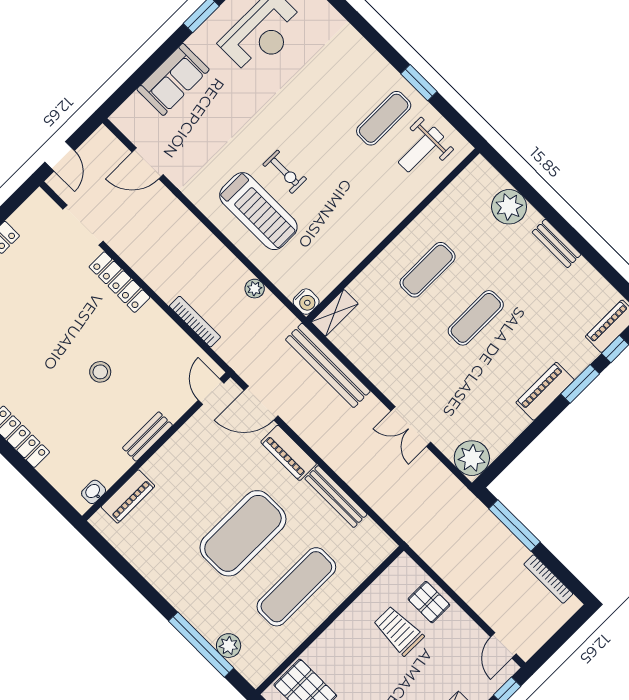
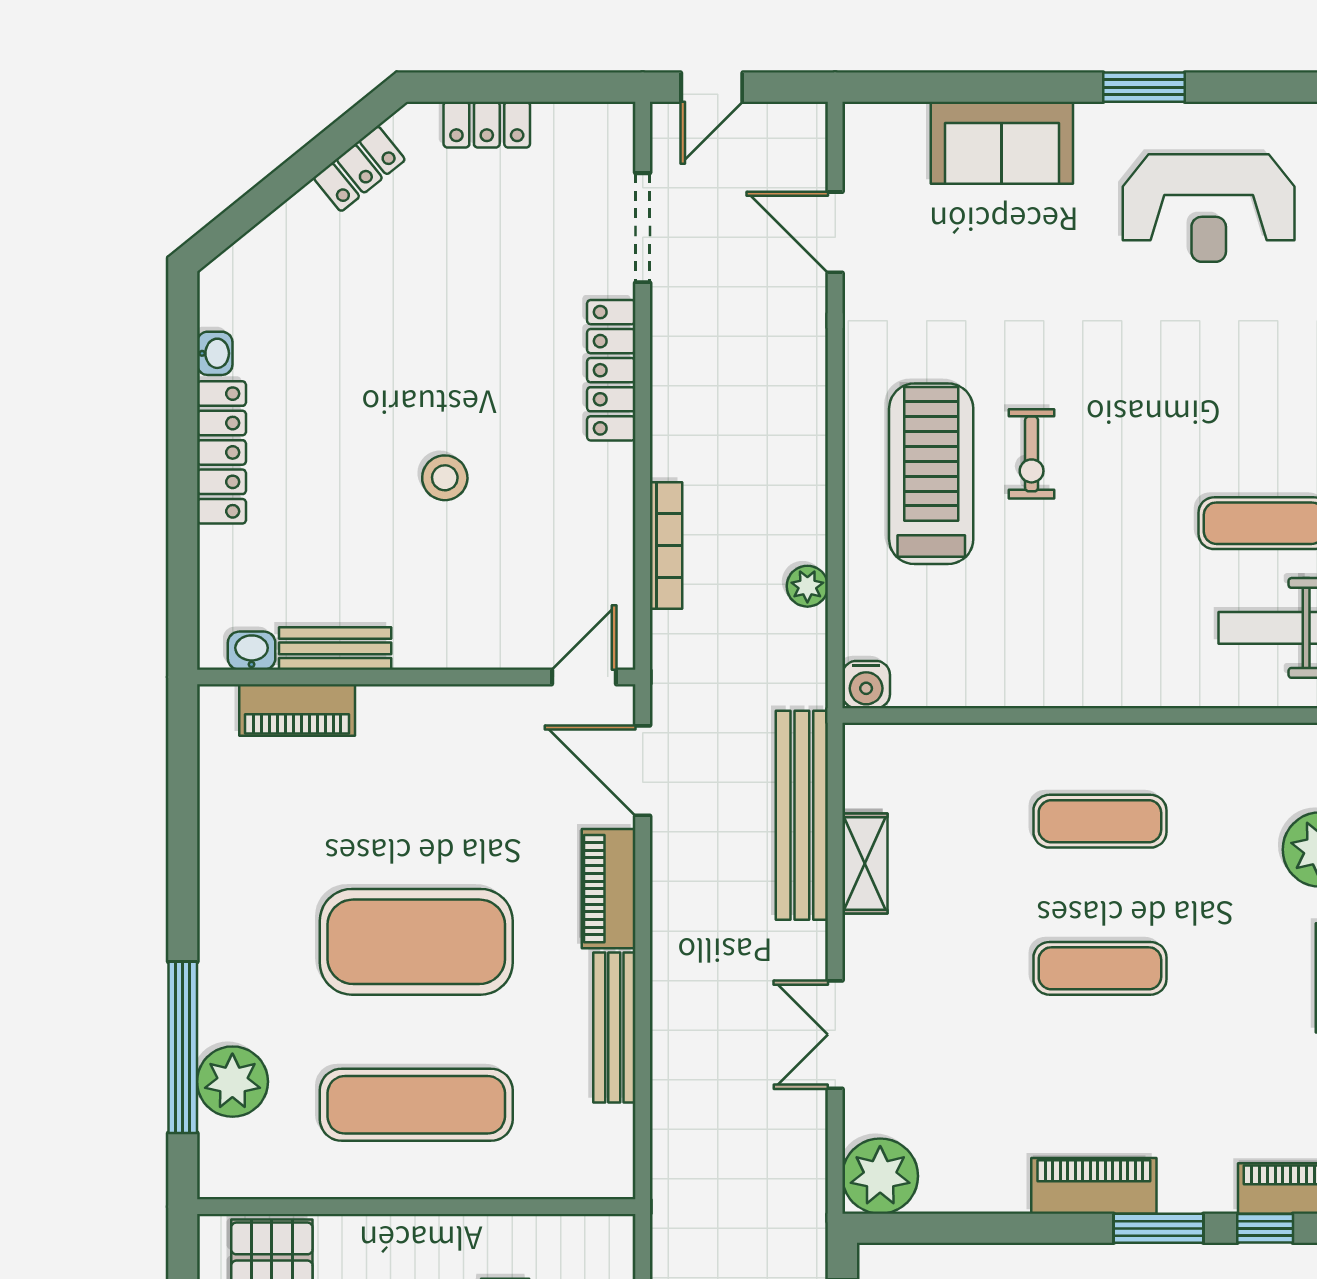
treadmill: (258, 211) -> (931, 474), turned 180
shelving: (335, 313) -> (865, 863), moved, turned 90
bench: (147, 436) -> (335, 648), moved
plant: (229, 646) -> (232, 1082), width x1.36, depth x1.36

